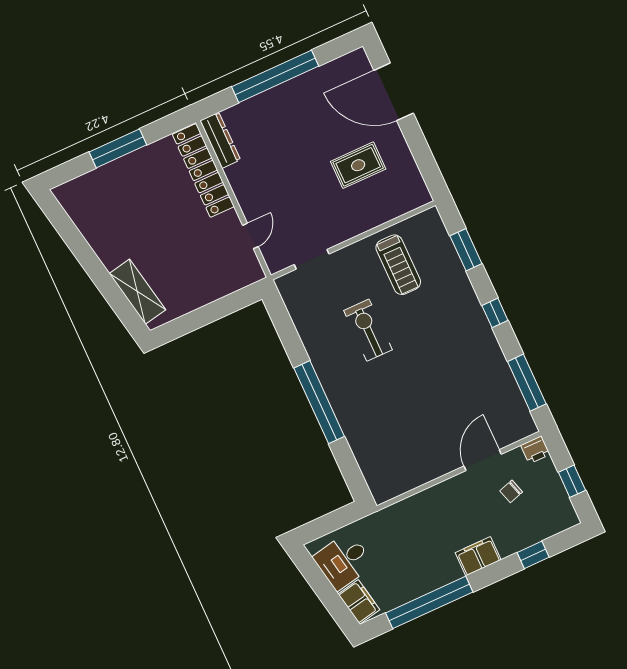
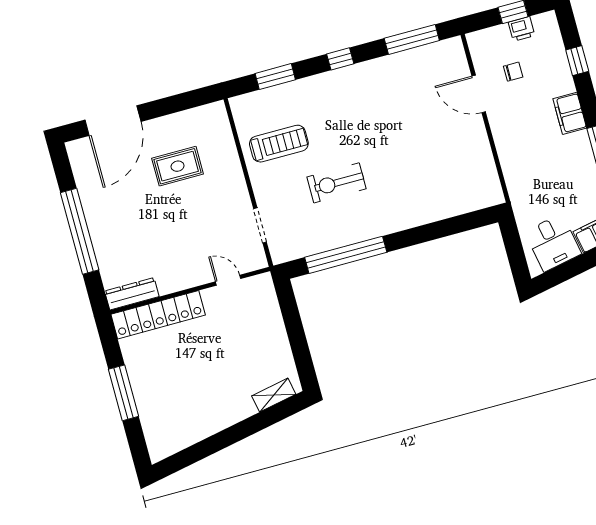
rug: (358, 165) -> (178, 166), turned 90
shelving: (137, 292) -> (274, 395), width x0.67, depth x0.75
window: (319, 402) -> (346, 255), moved
printer: (535, 450) -> (522, 29), moved, turned 90
chair: (511, 491) -> (513, 72), turned -73

